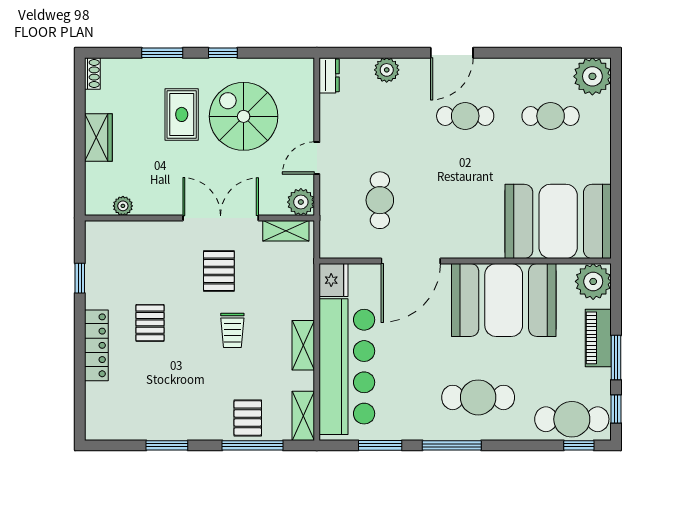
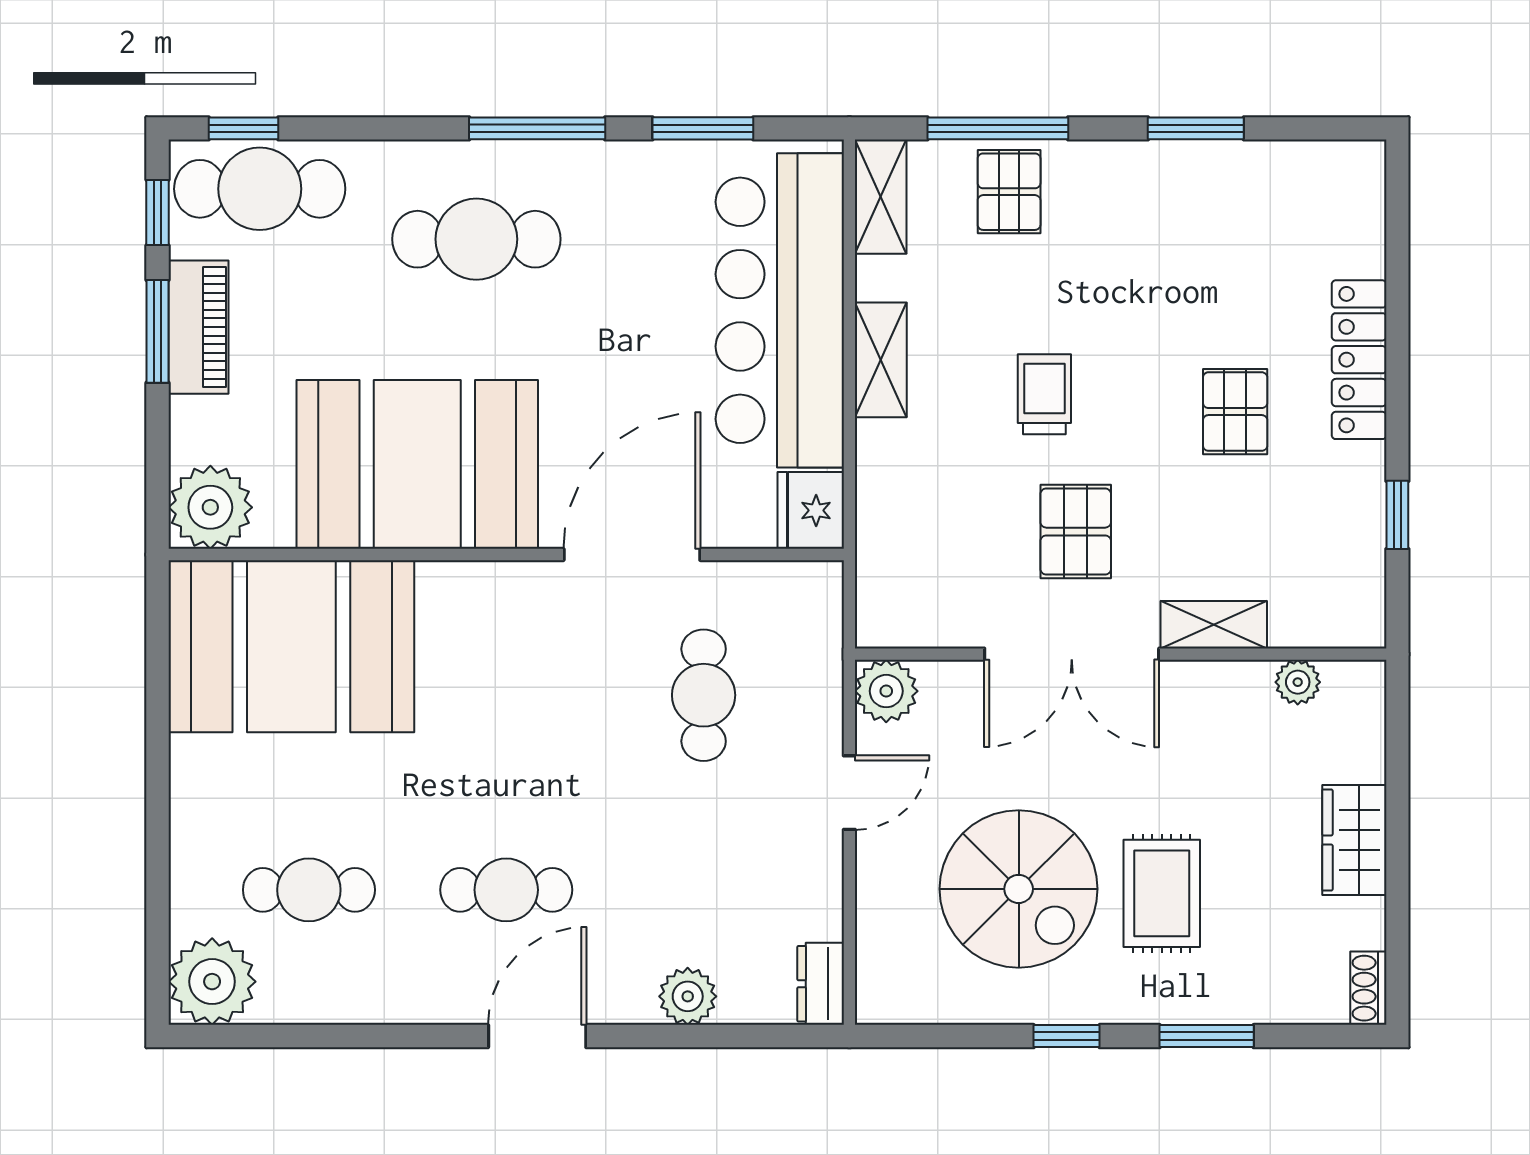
shelving: (286, 231) -> (1214, 625), moved
piano: (598, 338) -> (198, 327), moved

